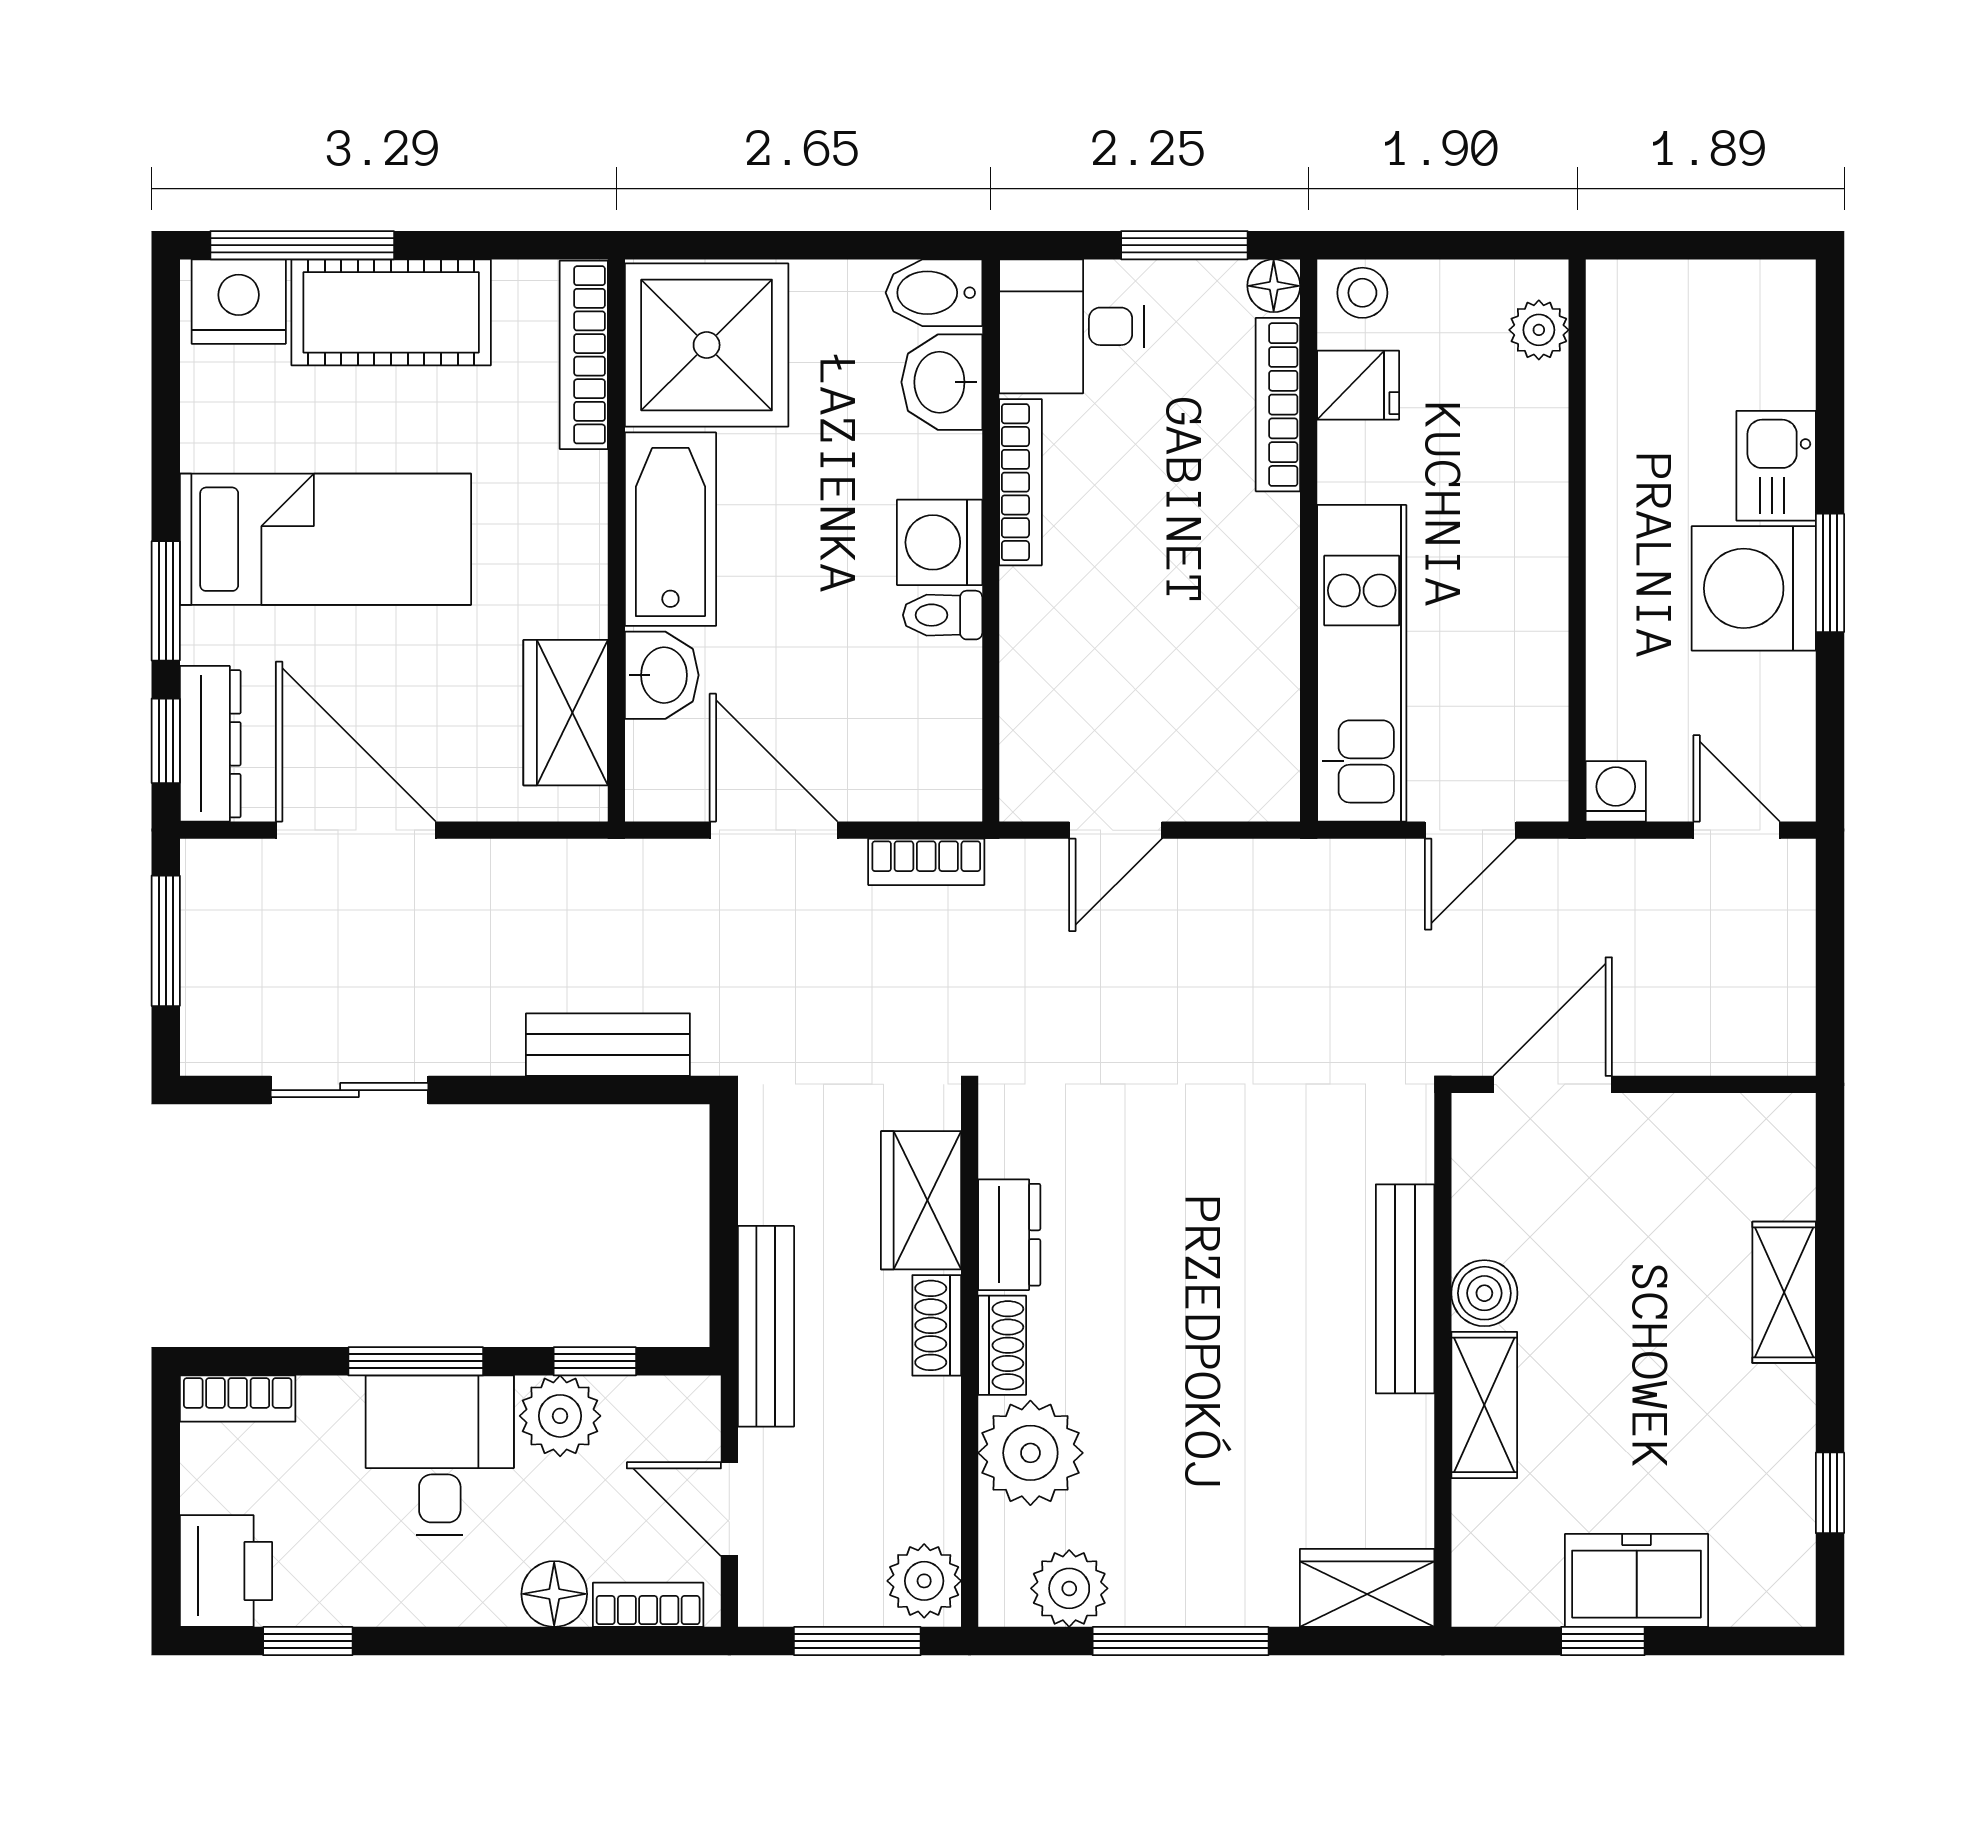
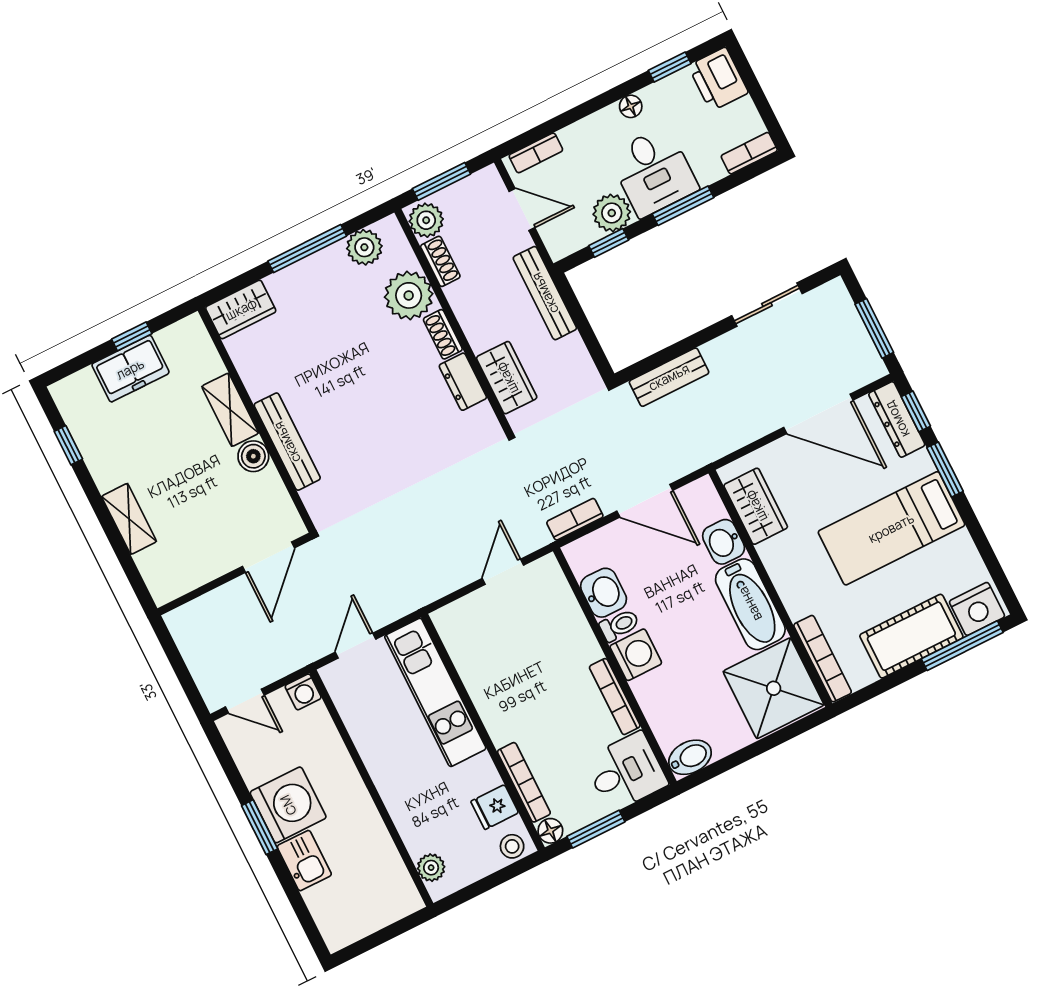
washbasin: (942, 382) -> (604, 593), moved
shoe rack: (937, 1325) -> (440, 261), moved
floor lamp: (554, 1594) -> (631, 106), moved, width x0.73, depth x0.73

